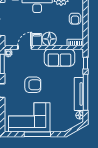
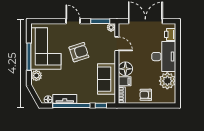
filing cabinet: (37, 40) -> (125, 81), moved
armchair: (33, 85) -> (79, 52), turned -108
tv unit: (79, 94) -> (65, 99), width x0.71
plant: (56, 127) -> (36, 76), added

